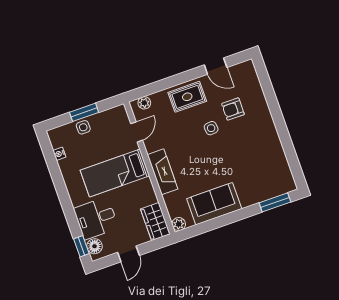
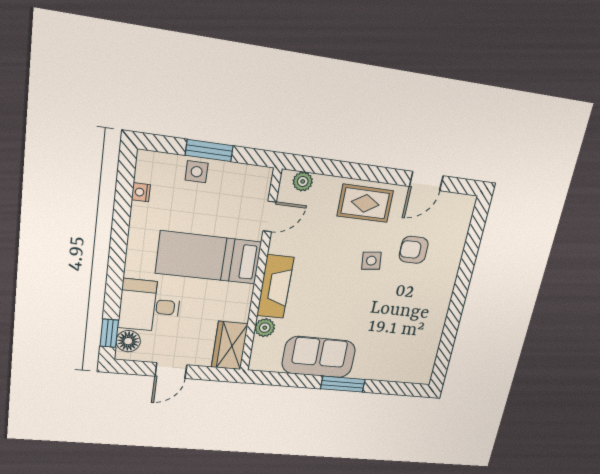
door: (216, 66) -> (426, 181), hinge flipped
window: (275, 202) -> (343, 384), moved
plant: (179, 224) -> (265, 328), moved

